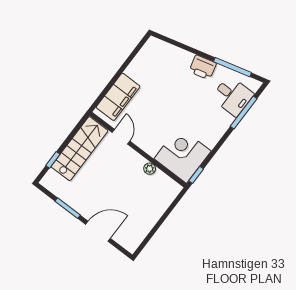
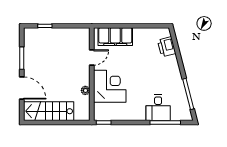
printer: (203, 67) -> (167, 47), moved
desk: (233, 96) -> (158, 108), moved
stairs: (79, 149) -> (49, 111), moved, turned 180
corner desk: (183, 155) -> (110, 86), moved

